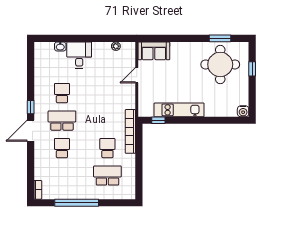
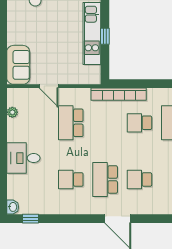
washbasin: (60, 46) -> (13, 207), moved
school desk: (107, 93) -> (71, 123), added
window: (31, 107) -> (31, 219), moved
window: (158, 120) -> (105, 36), moved

